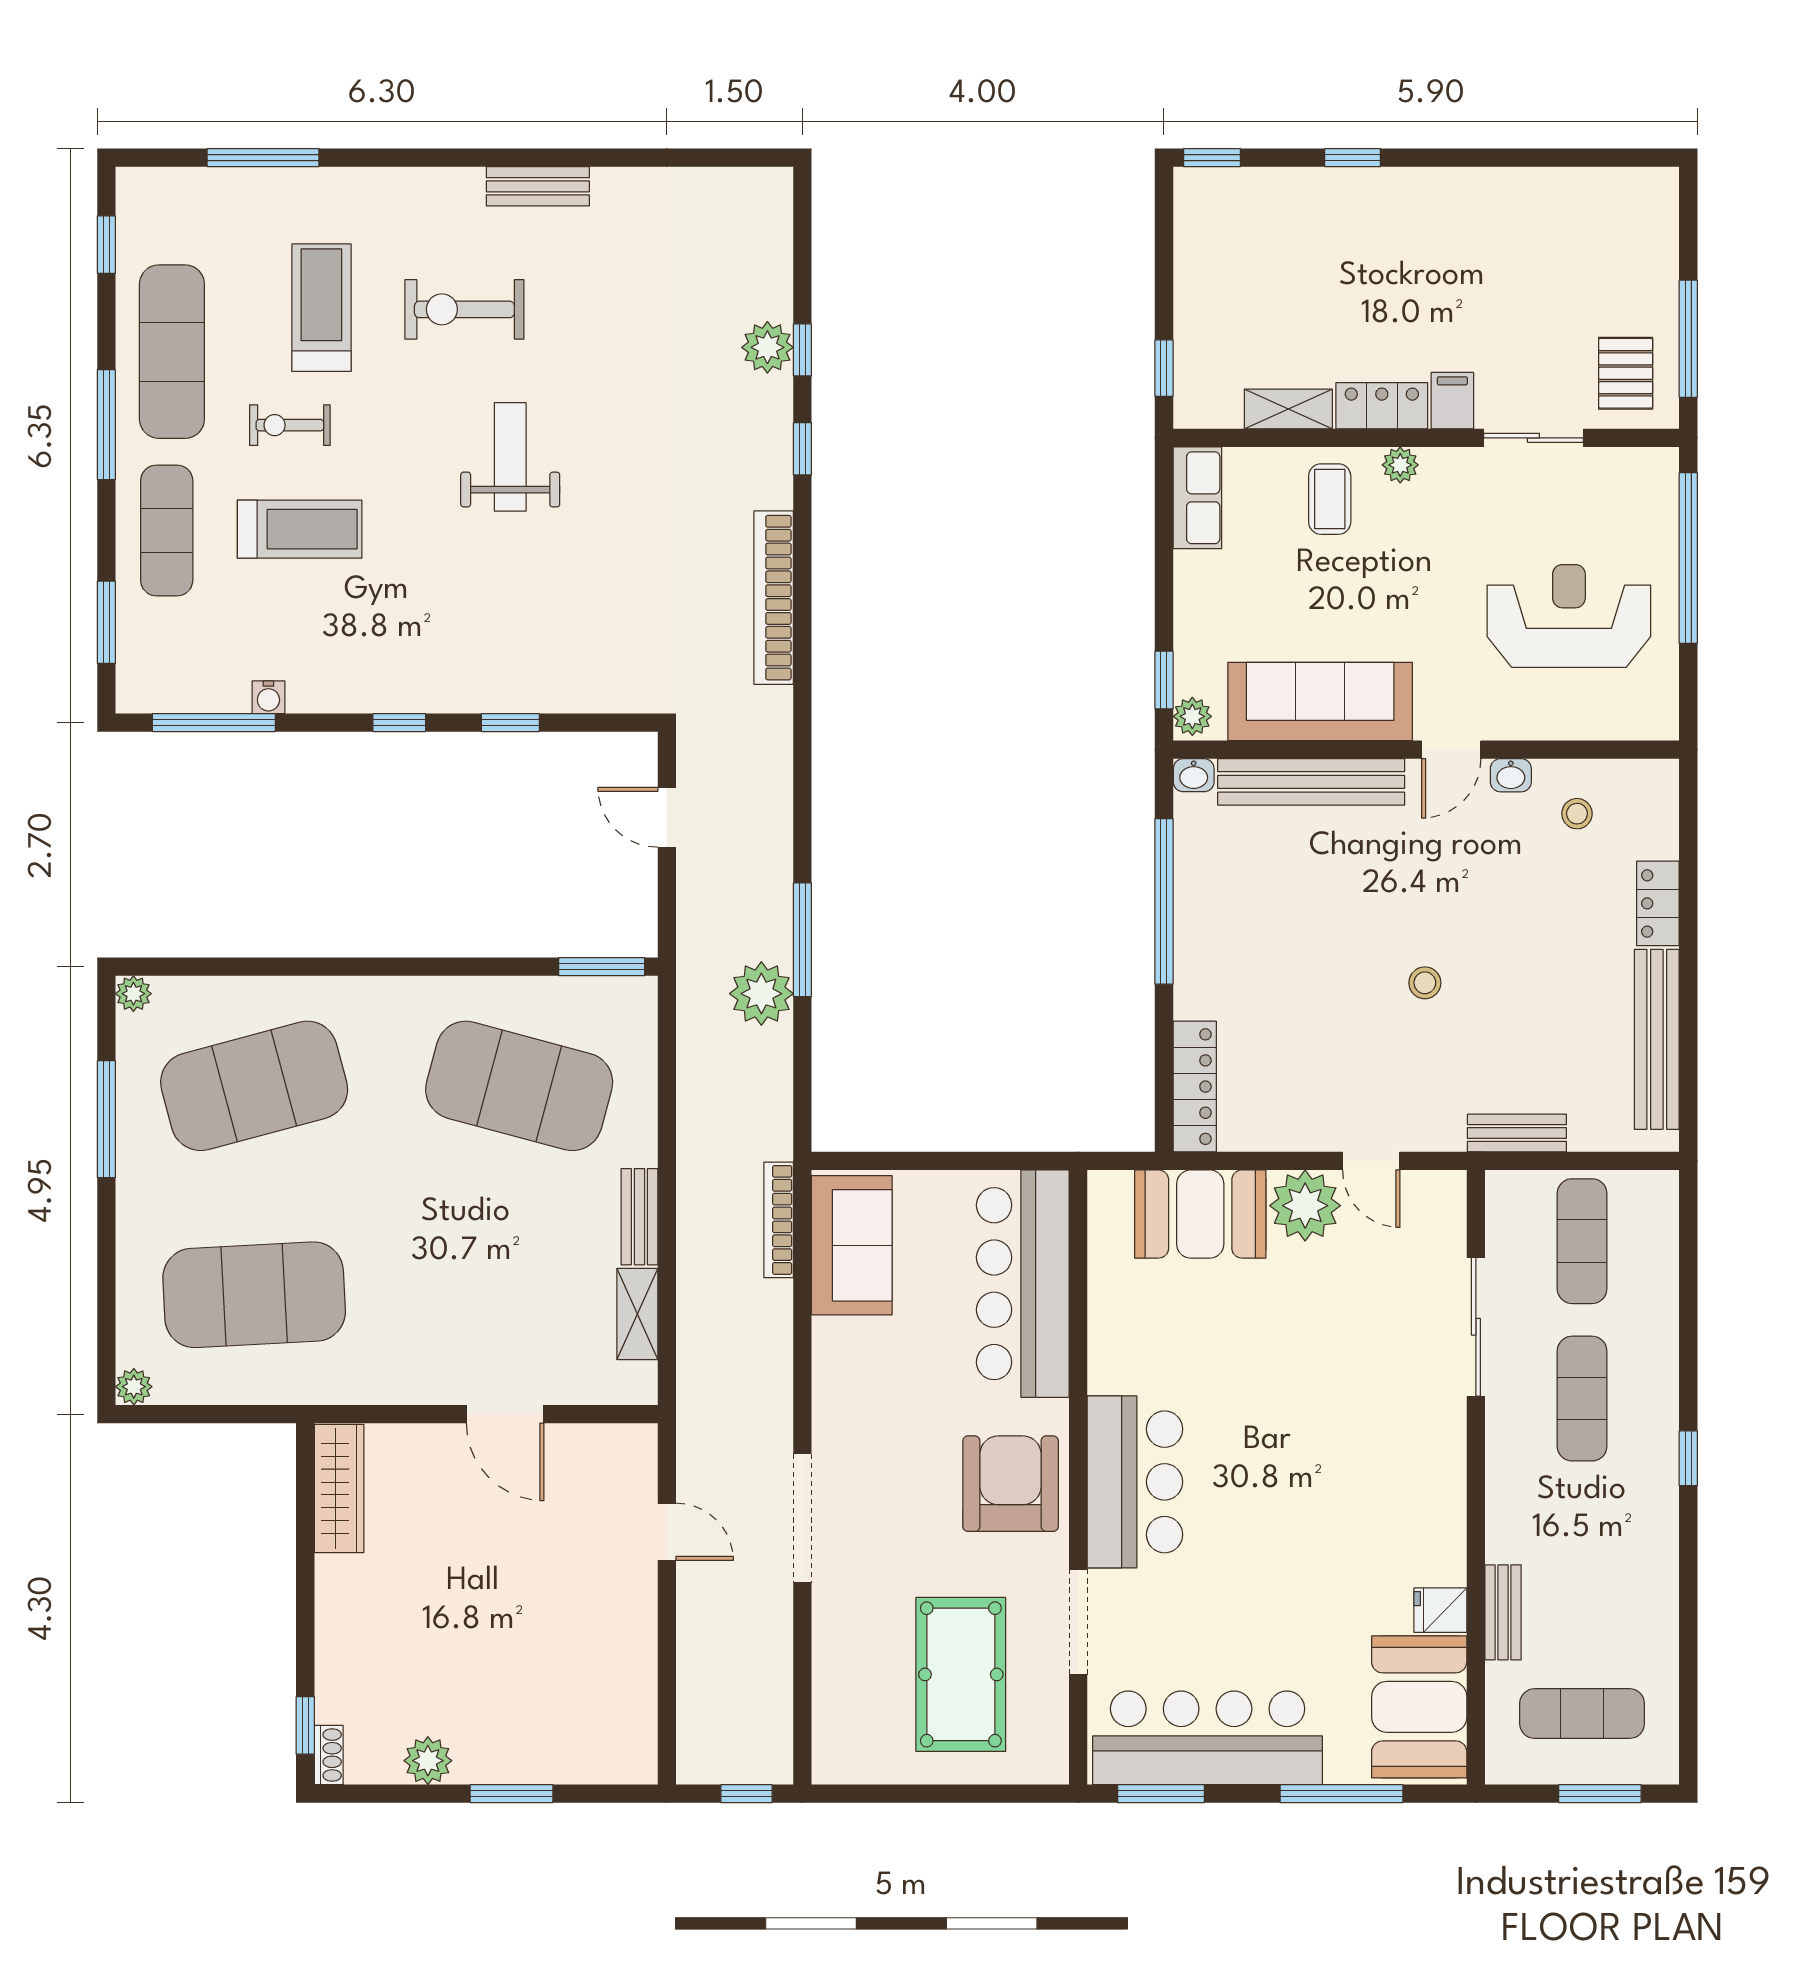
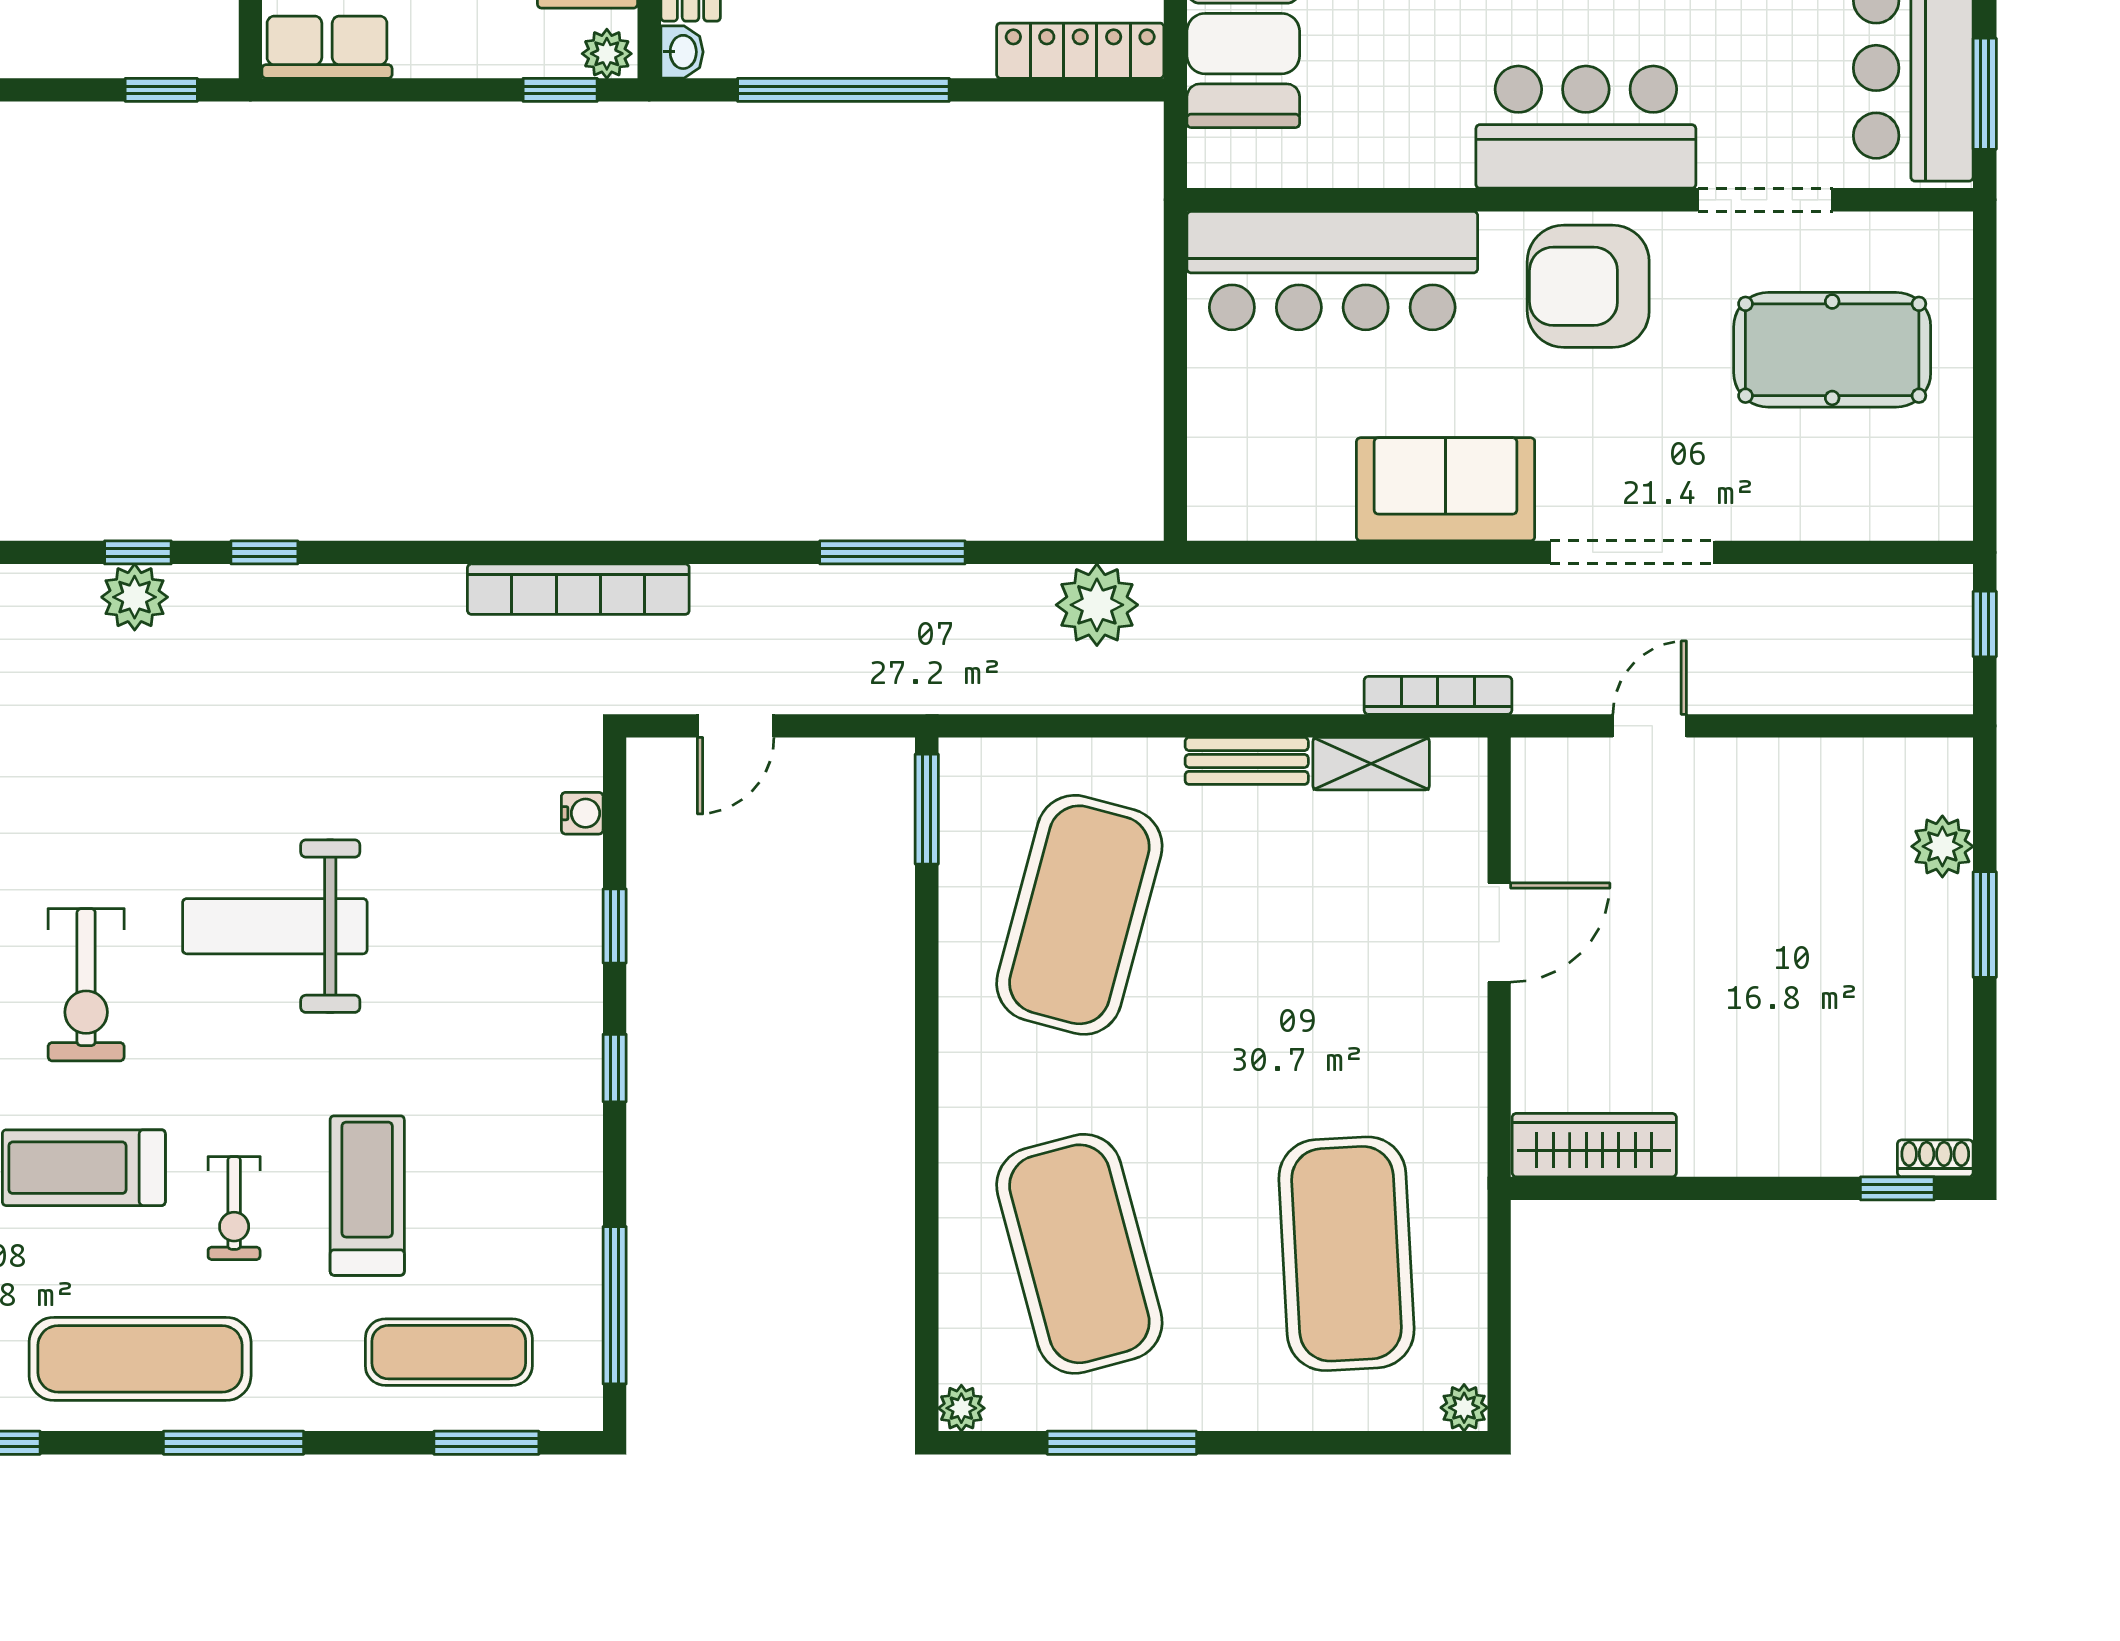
weight bench: (510, 457) -> (275, 926), width x1.36, depth x1.33
exercise mat: (167, 530) -> (449, 1352), moved
bookcase: (774, 598) -> (578, 589), moved
water cooler: (268, 697) -> (582, 813), moved
plant: (761, 994) -> (1097, 605), moved
bookcase: (779, 1220) -> (1438, 695), moved, turned 180
sofa: (852, 1245) -> (1446, 489), moved
plant: (428, 1761) -> (1942, 846), moved

